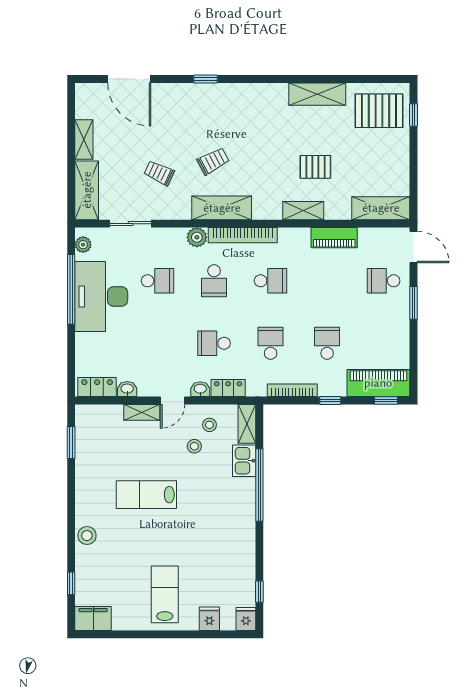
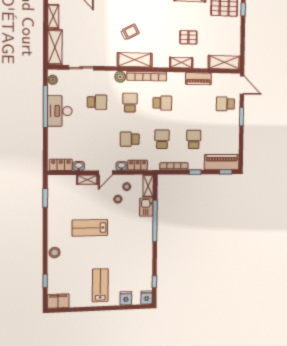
trolley: (159, 173) -> (98, 38), removed
school desk: (214, 281) -> (130, 103), turned 180
desk: (101, 296) -> (60, 111), width x0.73, depth x0.77

